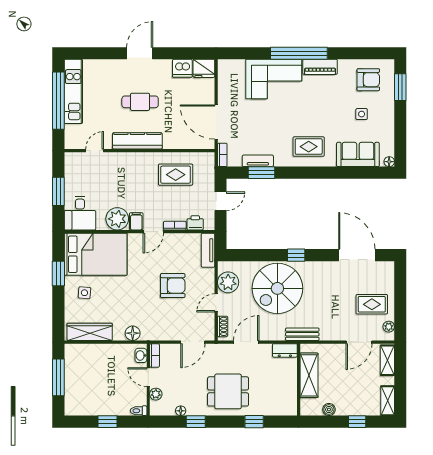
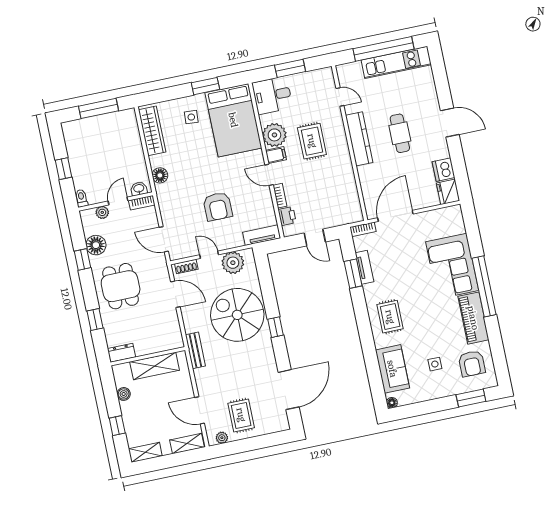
piano: (320, 67) -> (473, 318), width x1.37, depth x1.33
rug: (176, 175) -> (312, 141), moved
dresser: (285, 350) -> (121, 353), moved, turned 90
floor lamp: (181, 411) -> (96, 245), width x1.89, depth x1.89

